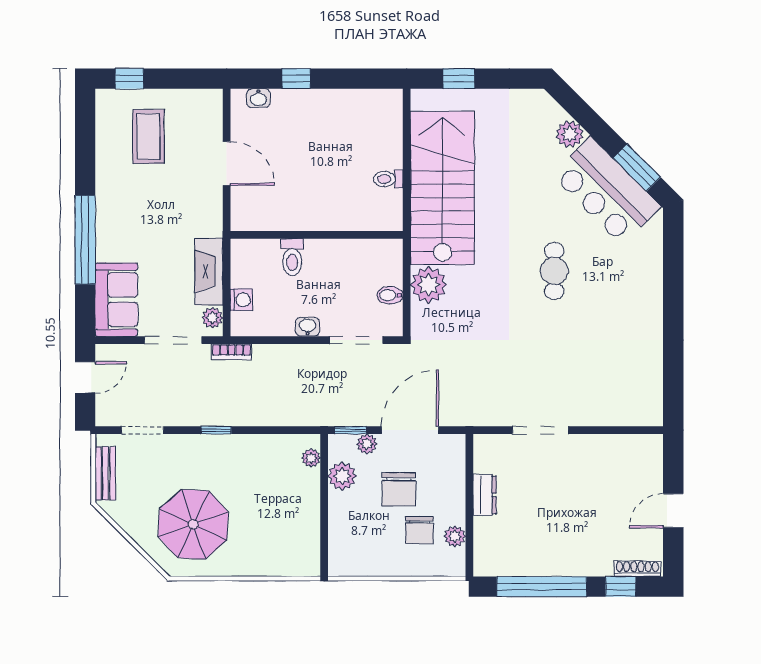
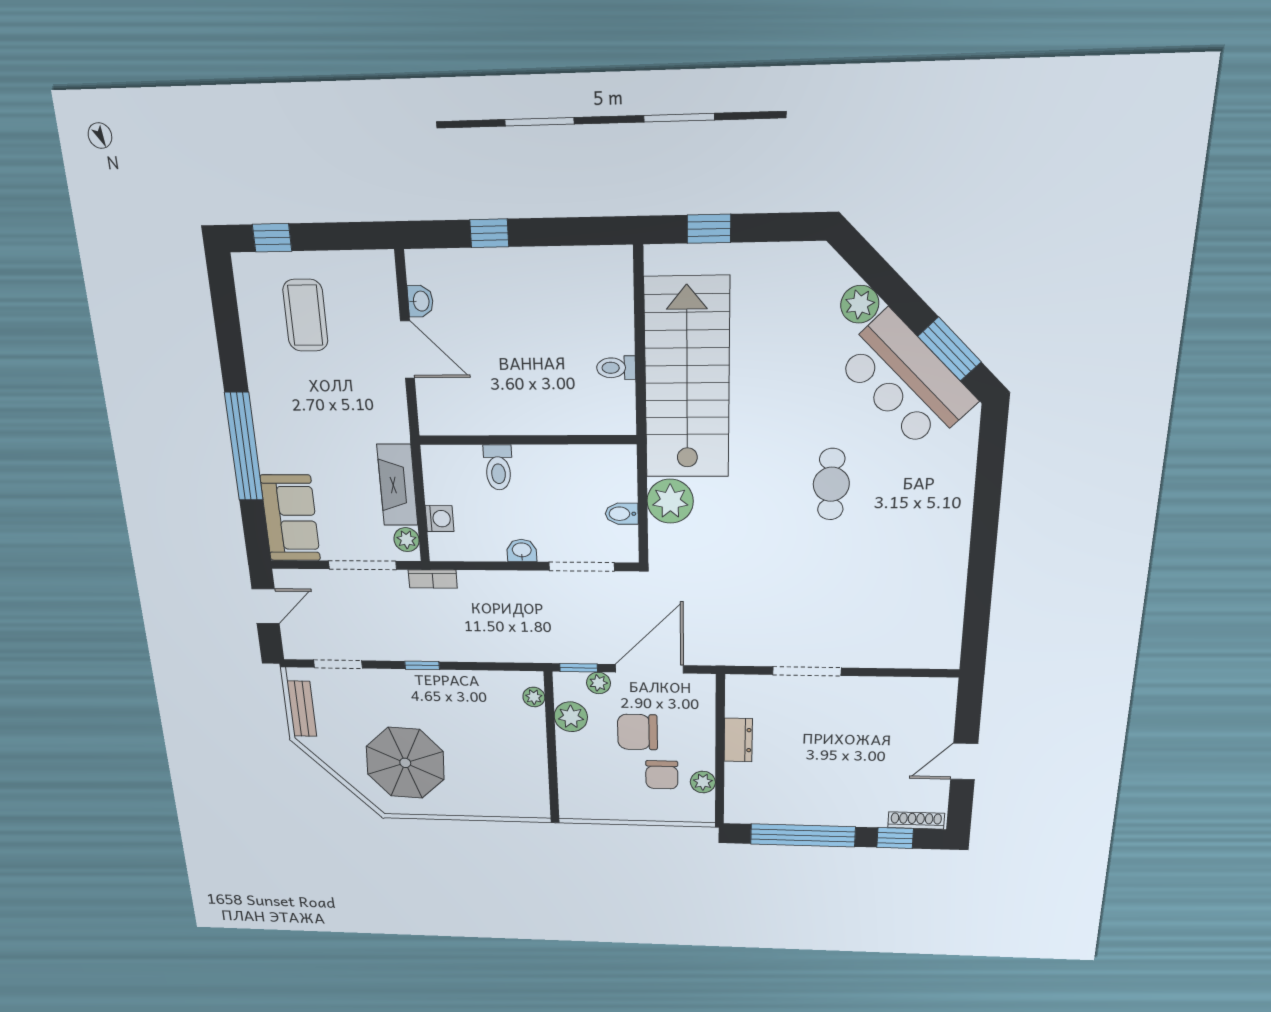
washbasin: (258, 98) -> (420, 301), moved, turned -90
chair: (399, 489) -> (637, 732), turned 90

